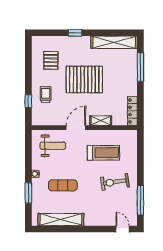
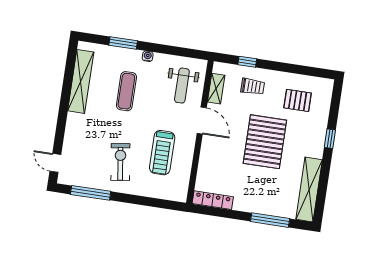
shelving: (101, 121) -> (216, 89), moved
door: (123, 229) -> (55, 163), swing flipped

